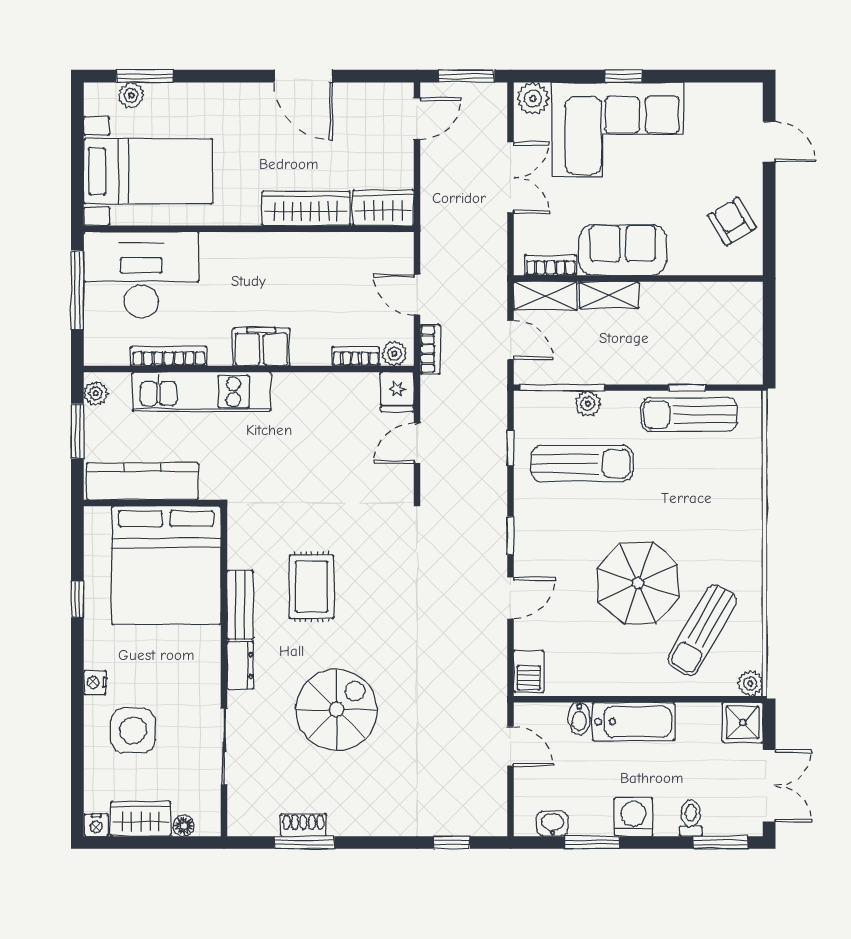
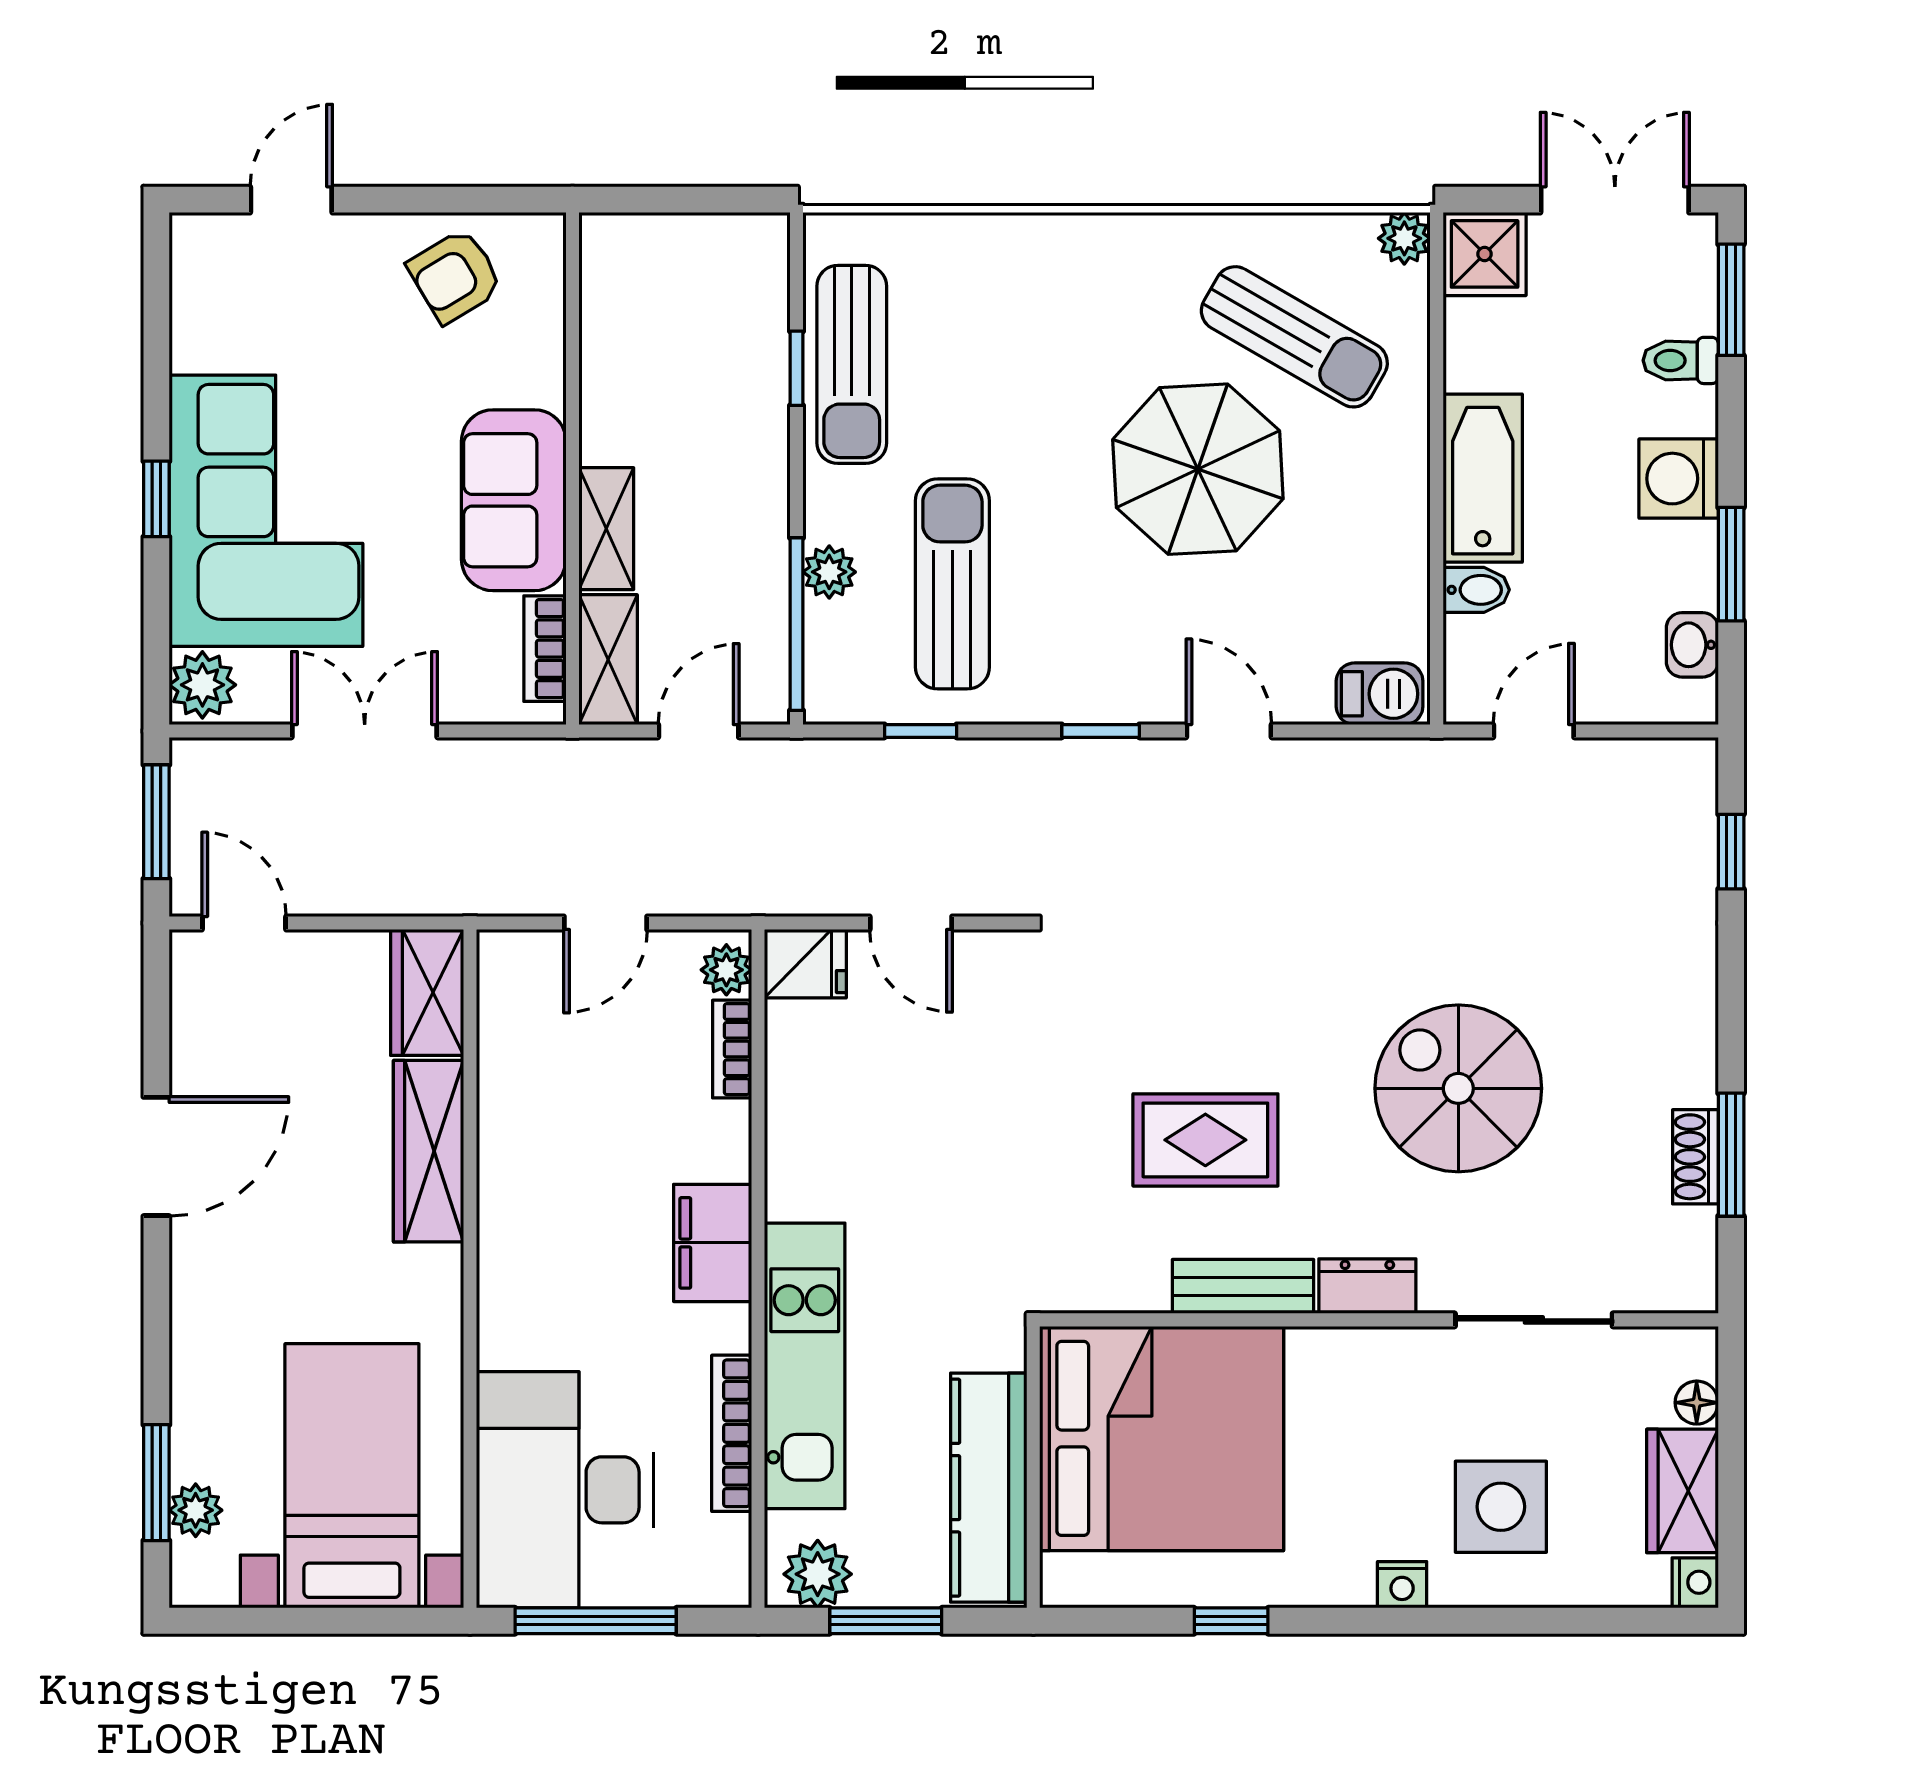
bookcase: (430, 349) -> (717, 896), removed
plant: (96, 393) -> (818, 1574), width x1.38, depth x1.38

